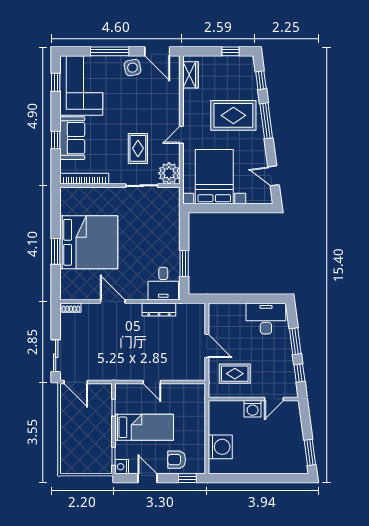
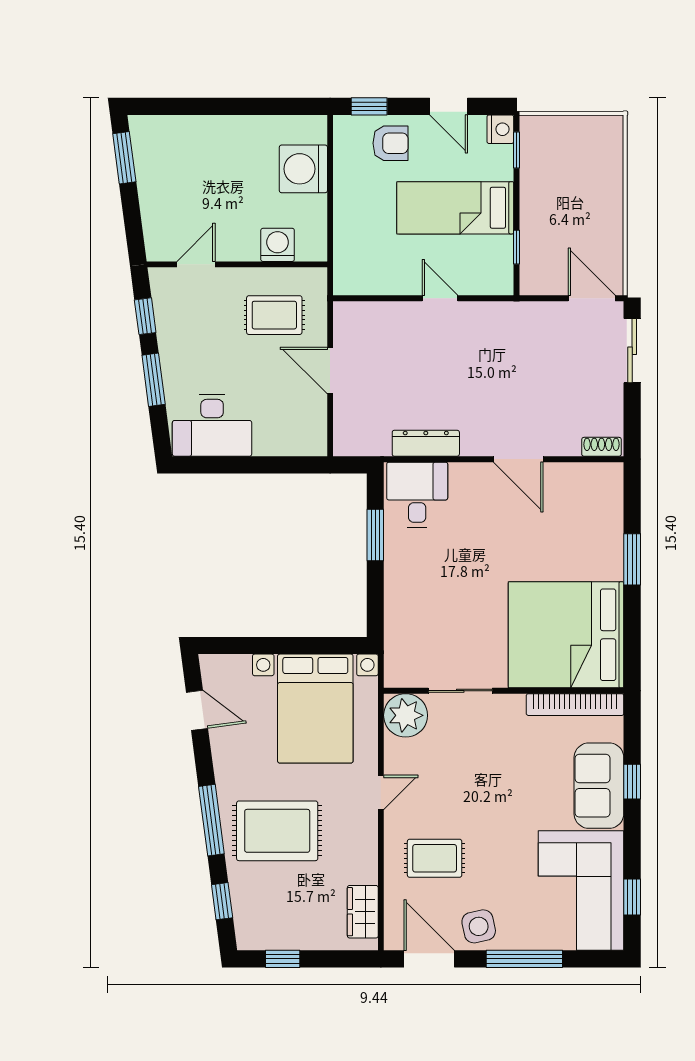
rug: (138, 148) -> (435, 858), moved, turned 90
bed: (89, 242) -> (566, 635), moved
washing machine: (253, 409) -> (278, 245), moved

